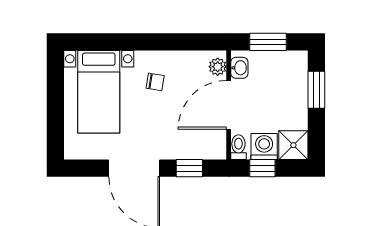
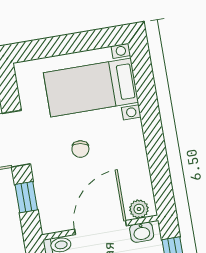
chair: (155, 82) -> (80, 149), moved
door: (229, 105) -> (100, 227), hinge flipped

